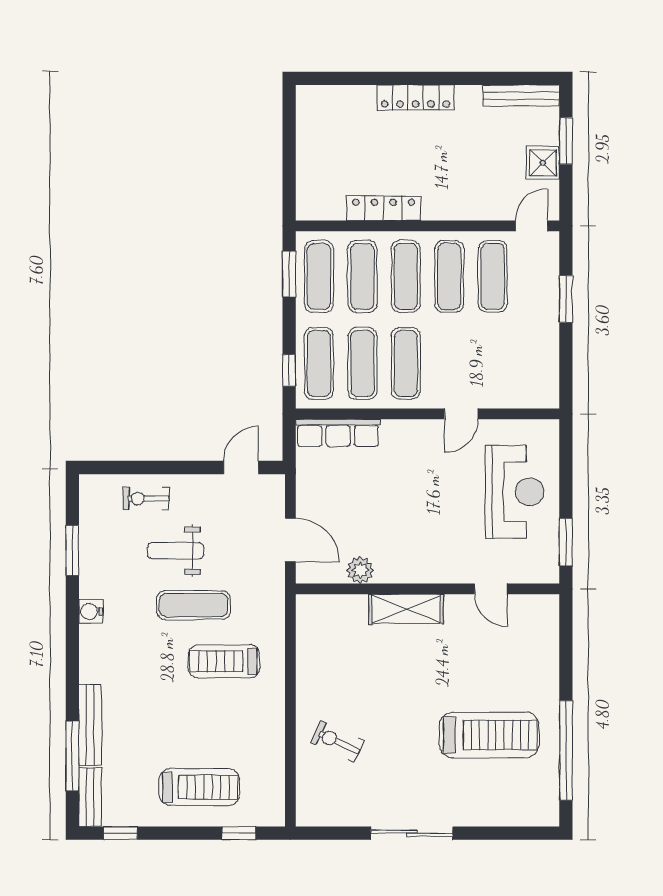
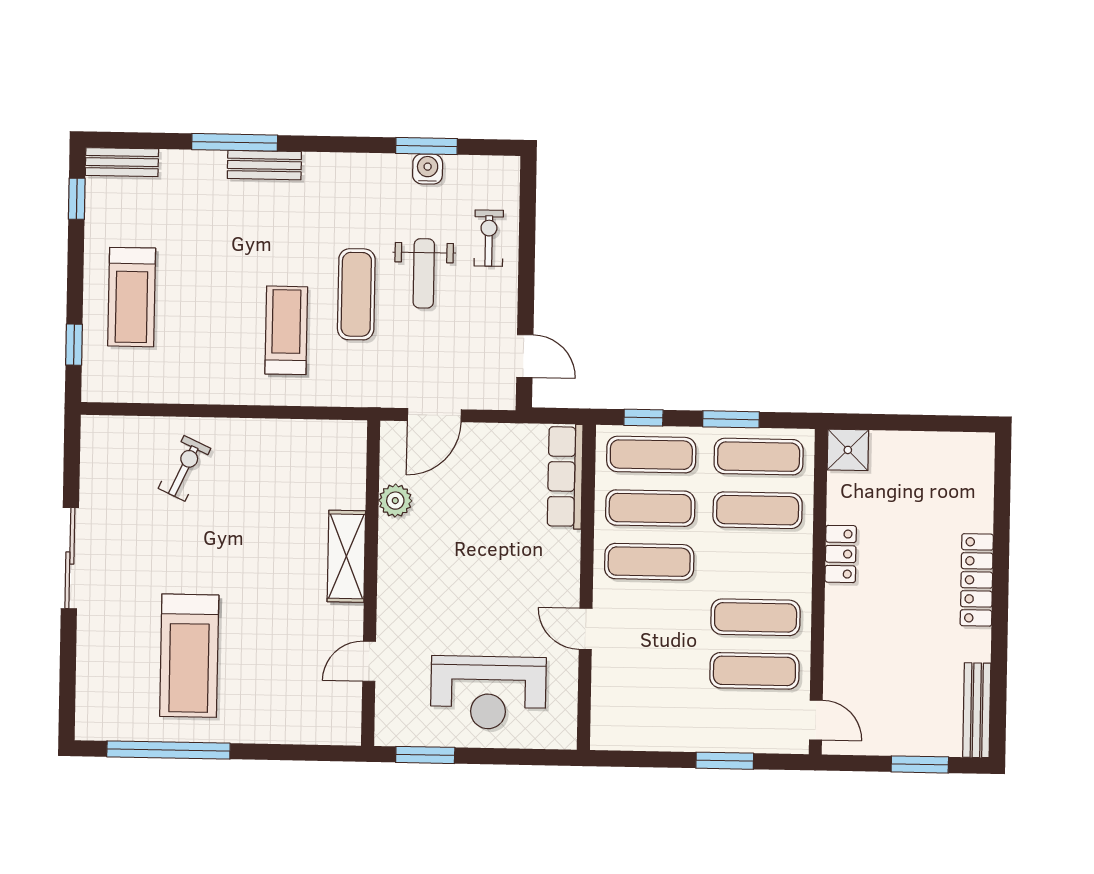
shower: (543, 163) -> (848, 450), moved
locker: (384, 208) -> (841, 554), width x0.66
window: (289, 274) -> (731, 419), moved
exercise mat: (406, 276) -> (757, 564), removed
weight bench: (176, 551) -> (424, 273), turned 180
water cooler: (91, 611) -> (428, 169), moved
bench: (90, 725) -> (264, 165), moved, width x0.73
window: (72, 756) -> (235, 142), moved

